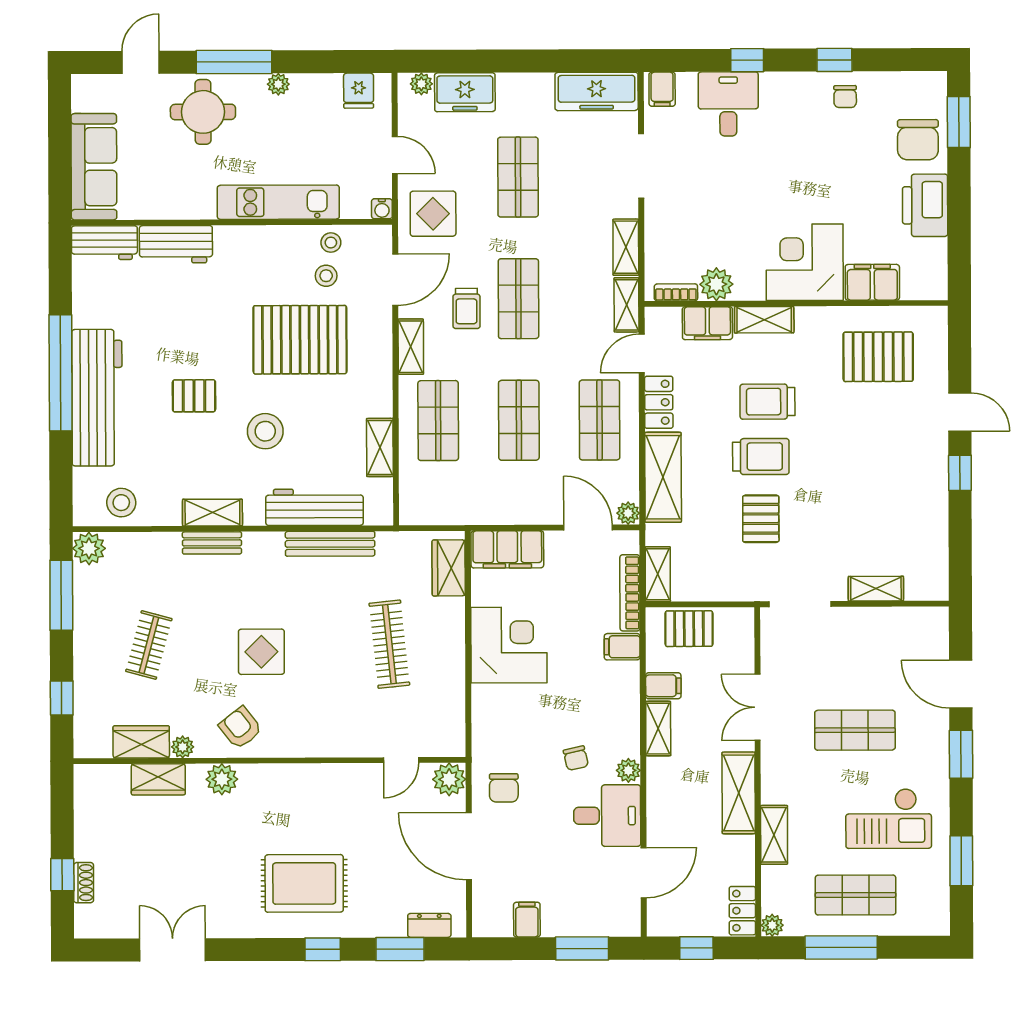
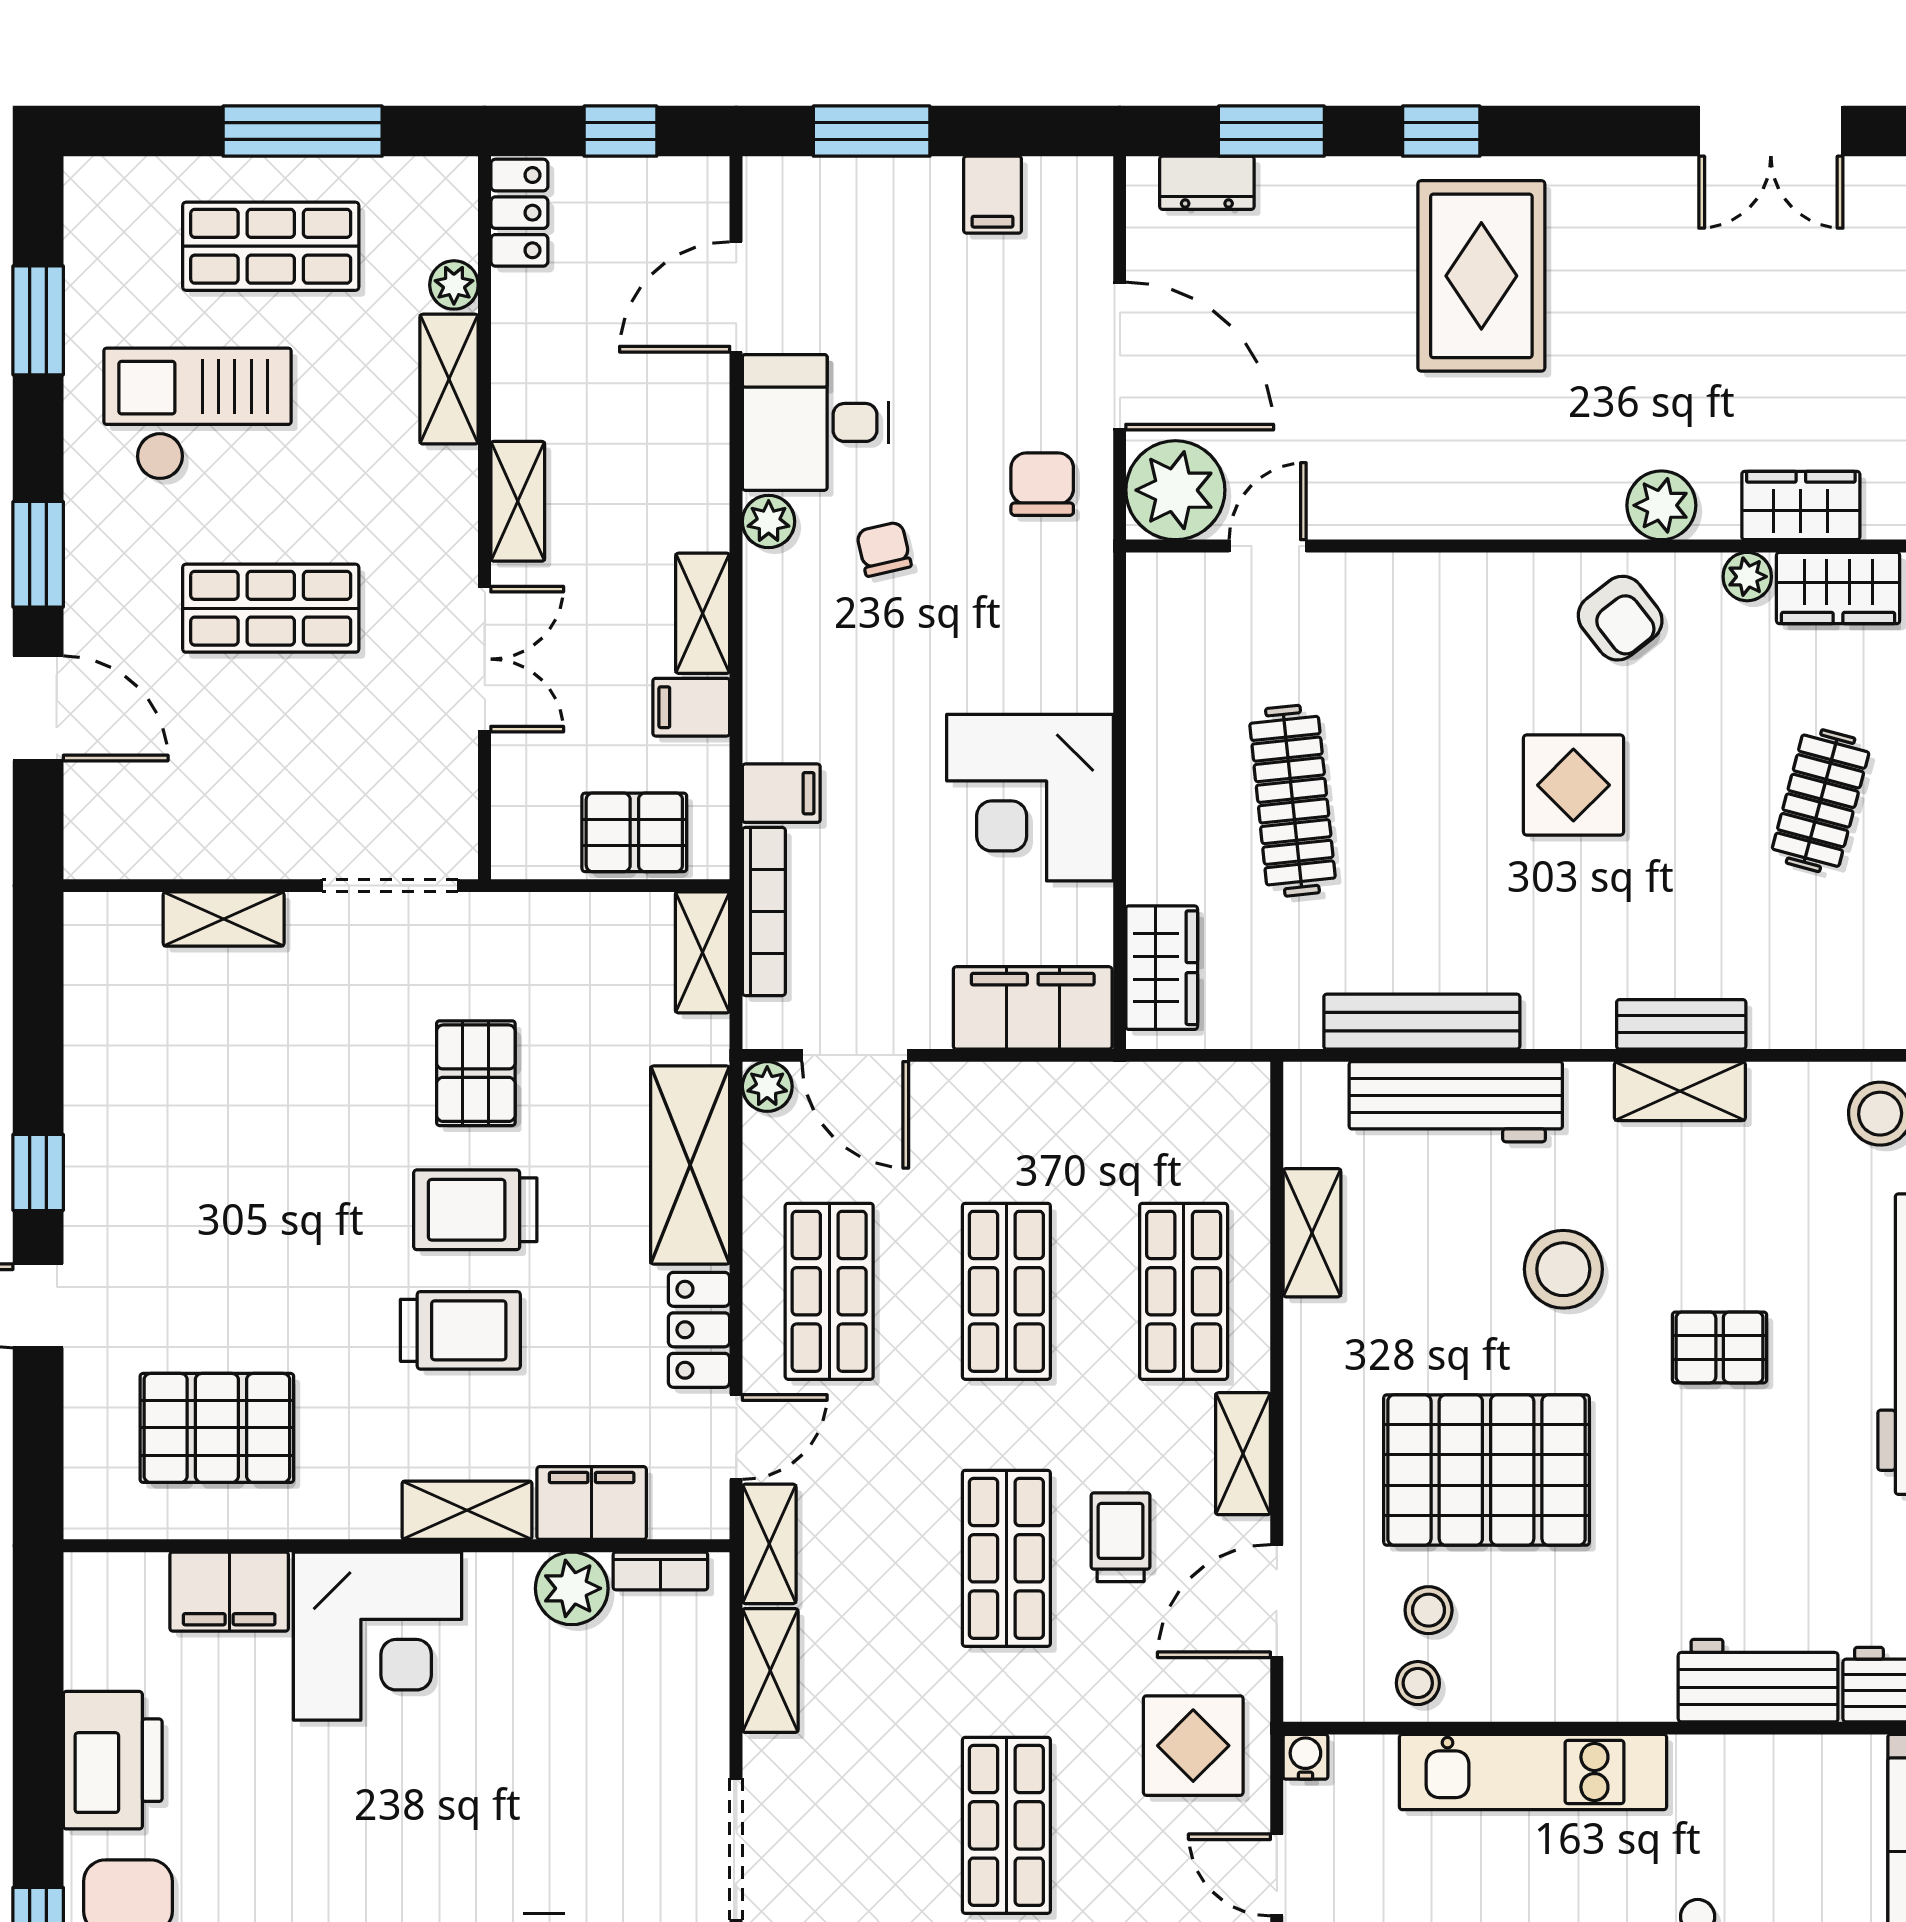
plant: (449, 779) -> (1175, 490), width x1.36, depth x1.36
shelving: (739, 793) -> (518, 501), width x0.67, depth x0.75
rug: (304, 883) -> (1481, 276), turned 90
plant: (772, 925) -> (454, 285), moved

